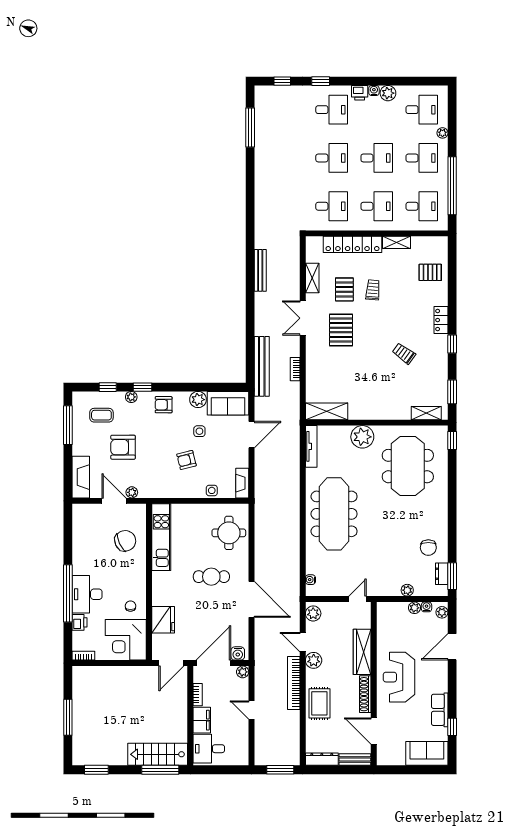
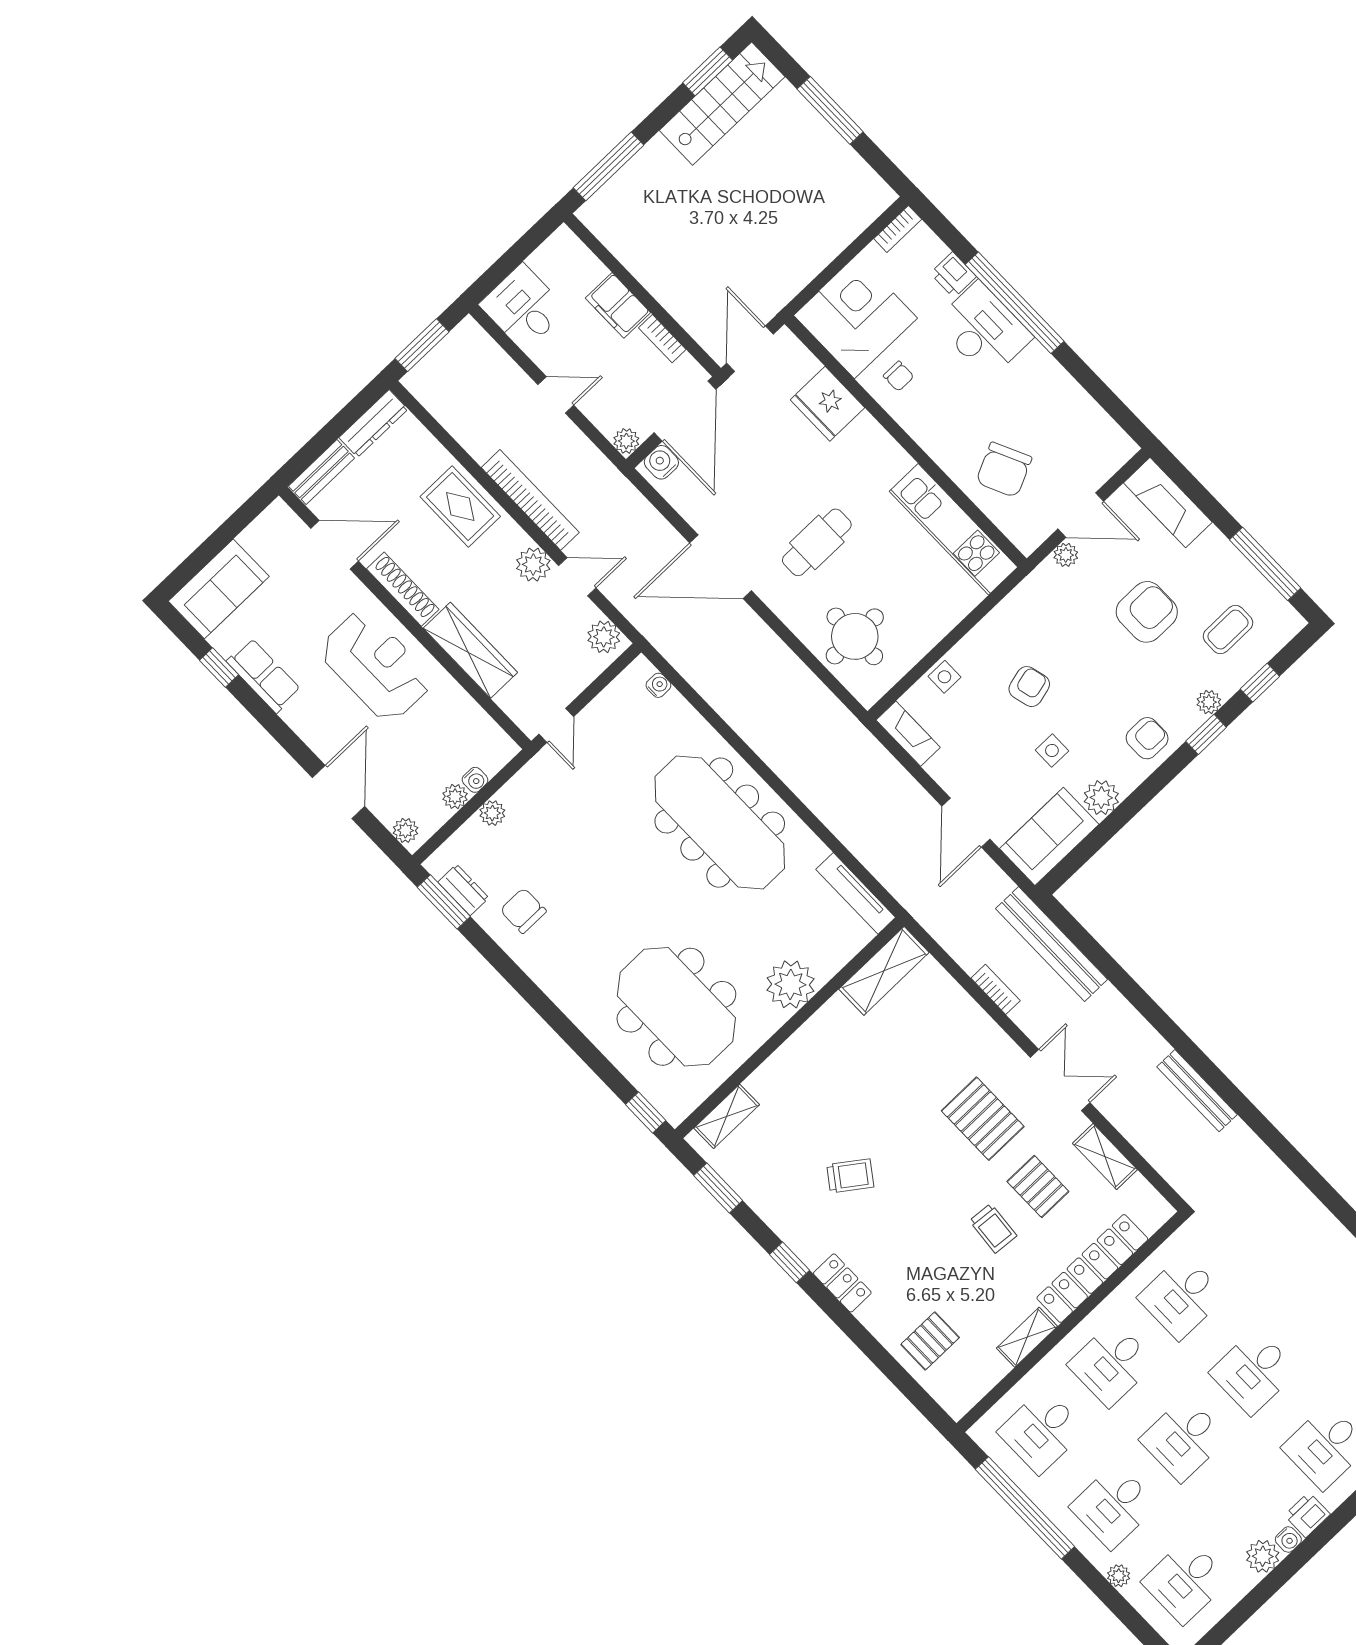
water cooler: (427, 607) -> (475, 780), moved
desk: (209, 749) -> (523, 307), moved, turned -90
stairs: (158, 754) -> (722, 104), moved

